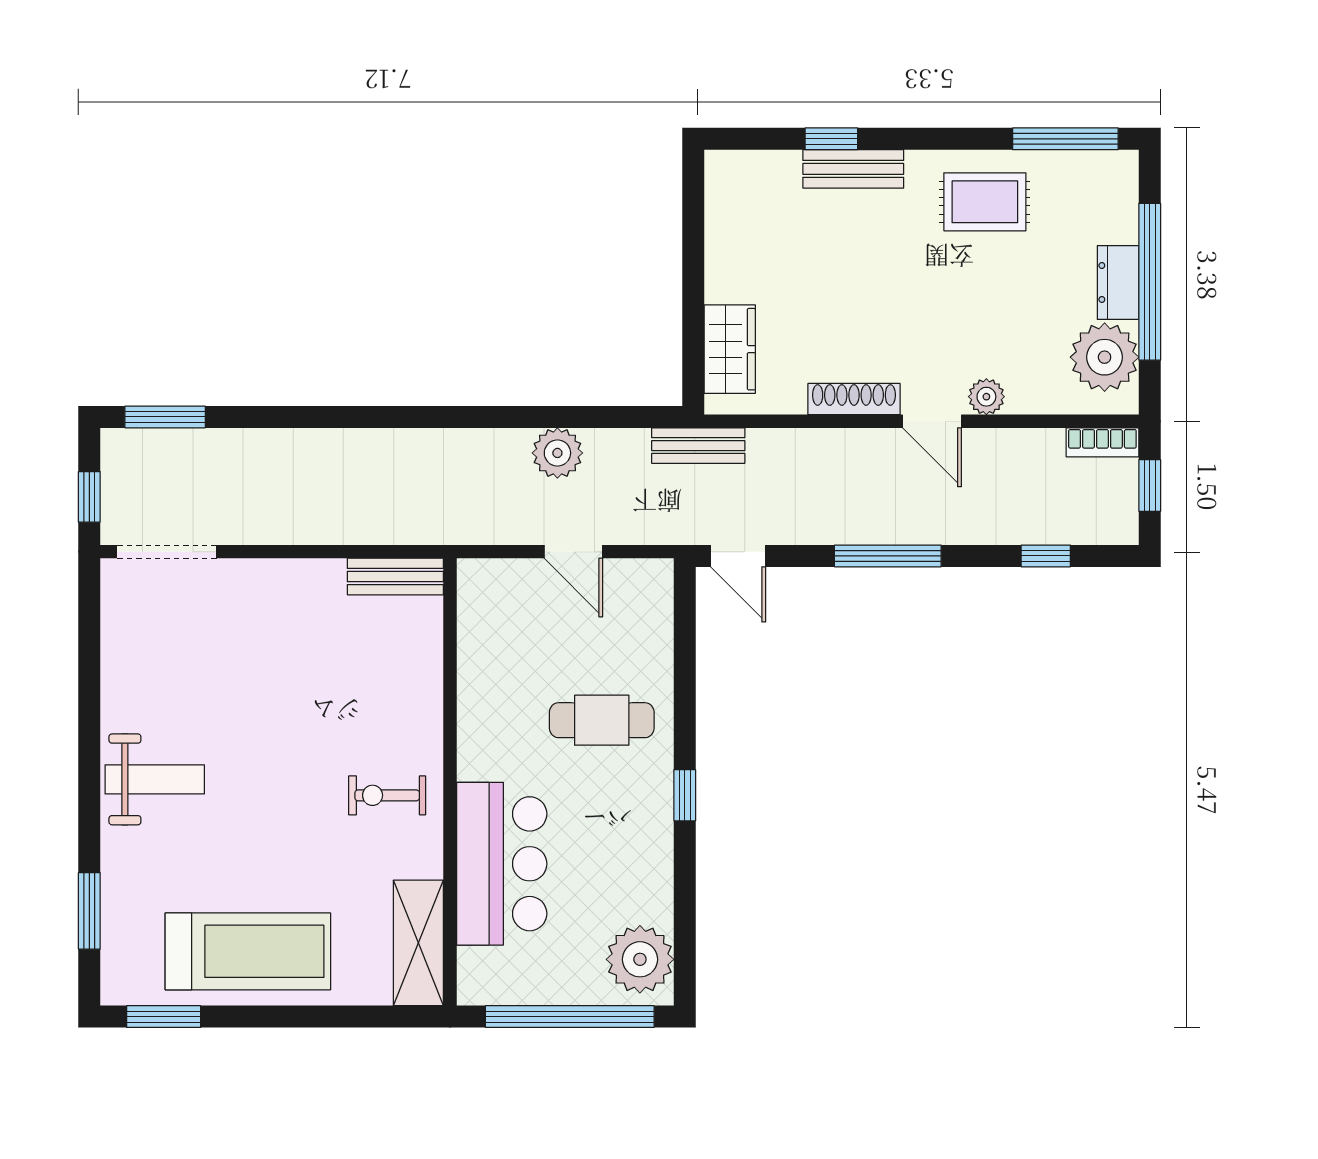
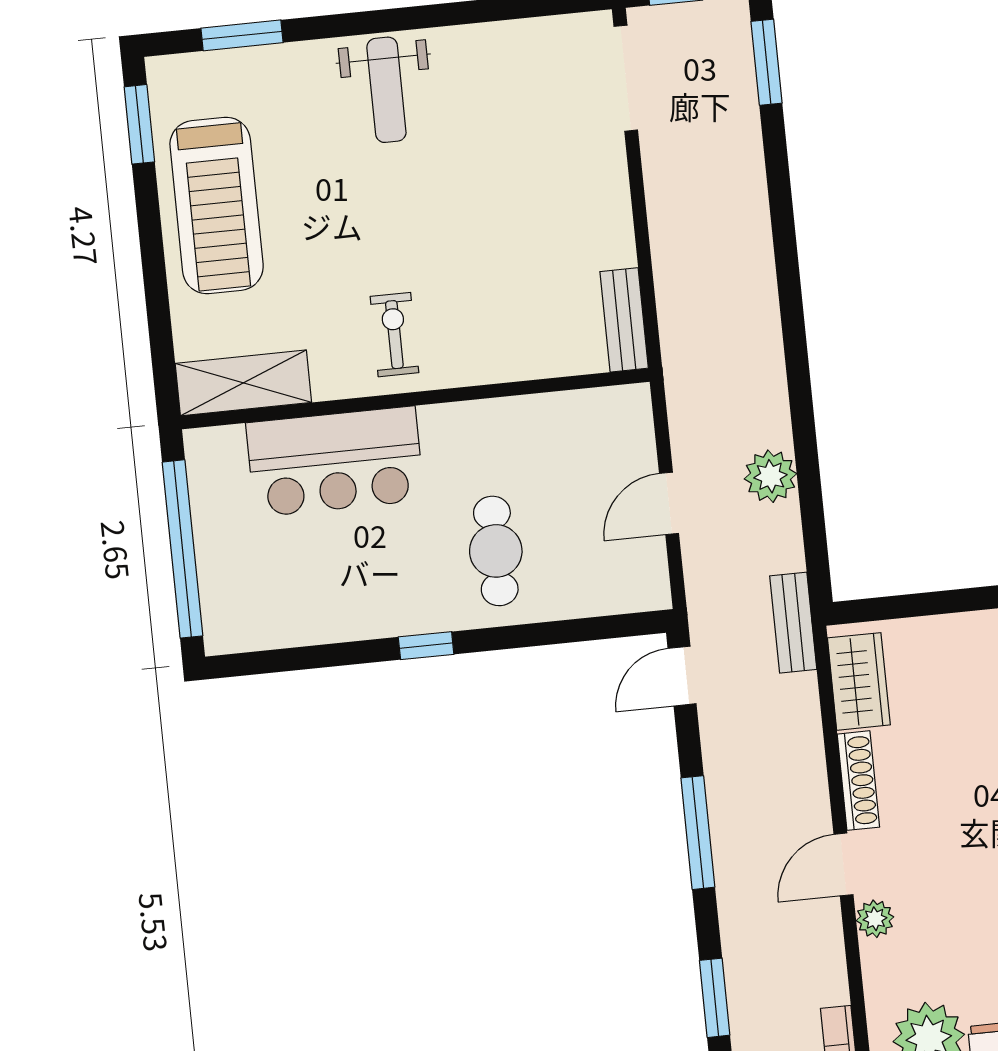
wardrobe: (730, 349) -> (859, 681), moved, turned -90
window: (1046, 556) -> (715, 998), width x1.50
plant: (640, 959) -> (250, 616), removed

